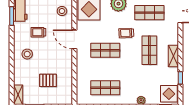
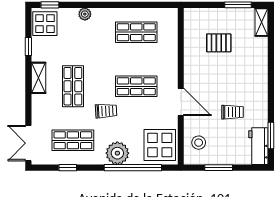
stool: (27, 54) -> (249, 81), removed

